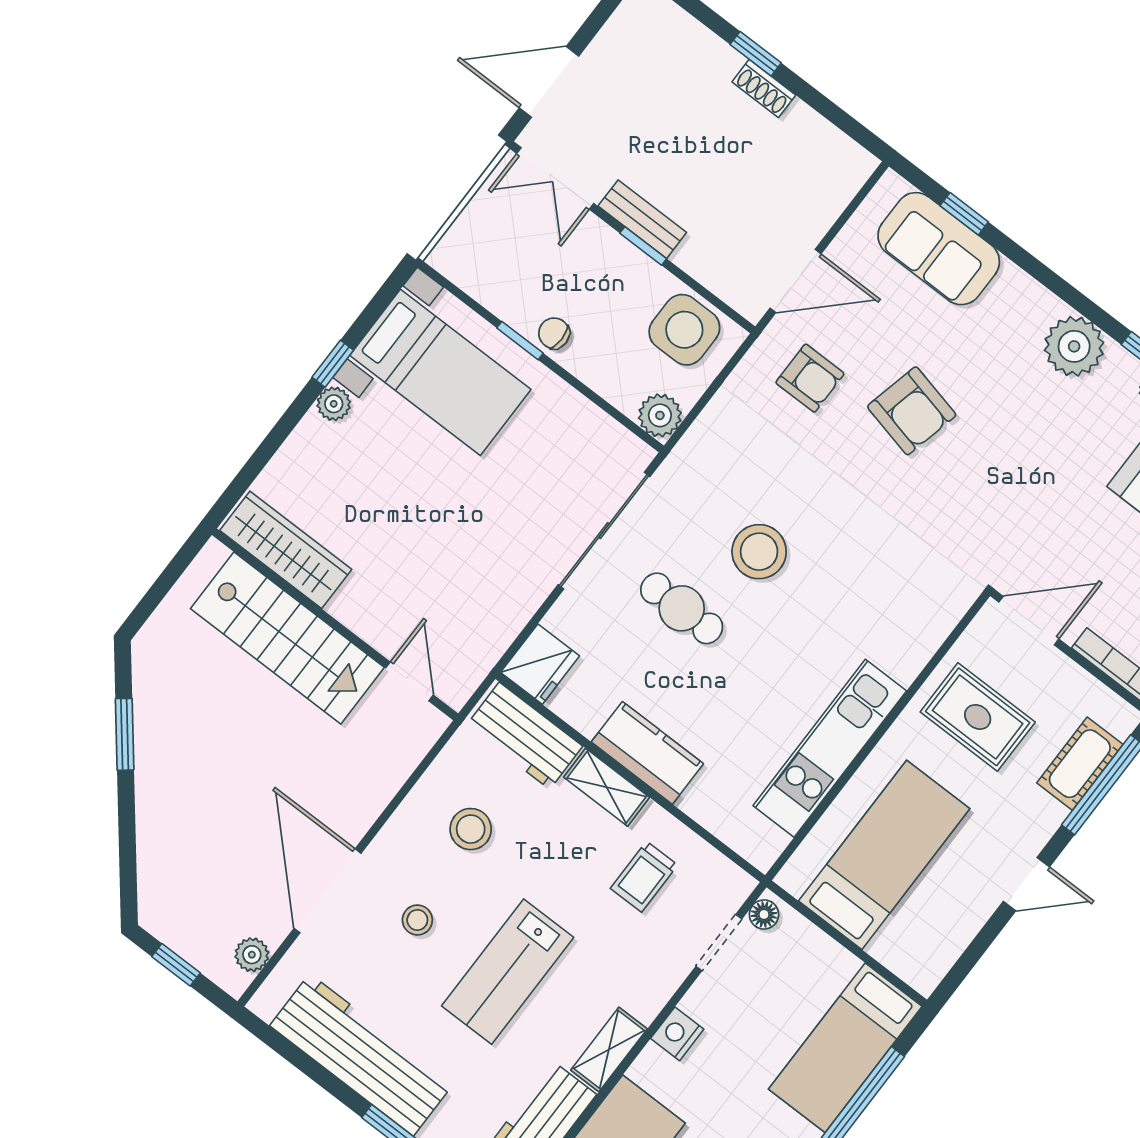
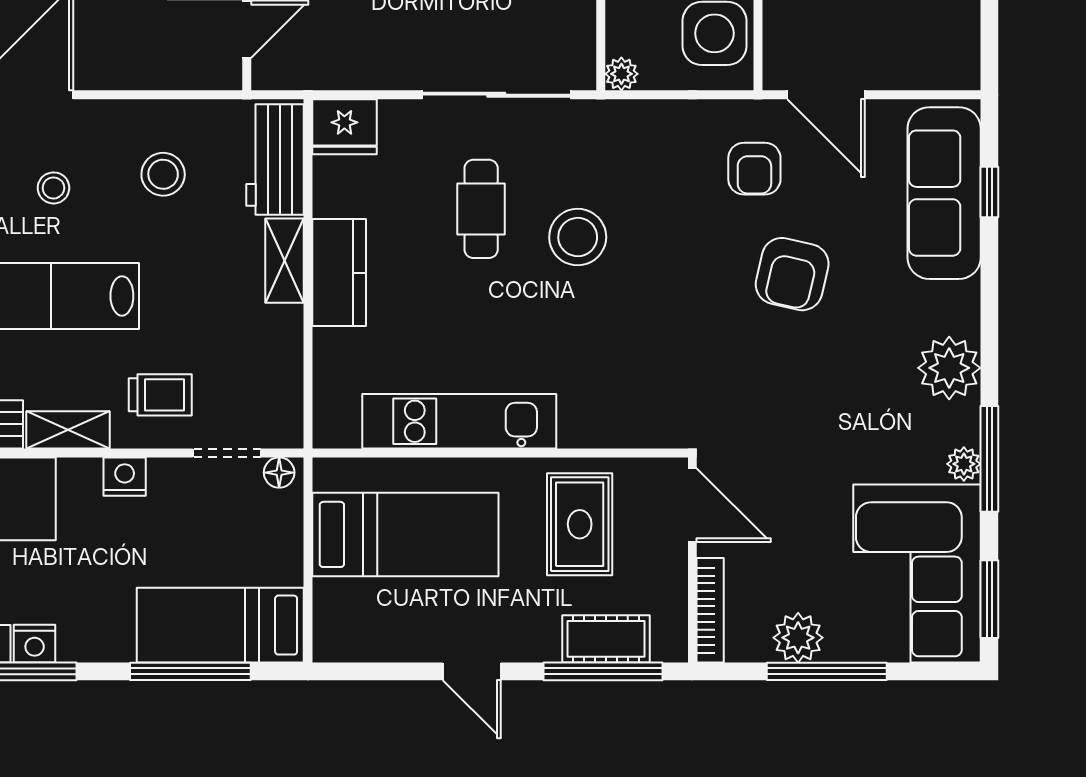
sofa: (939, 249) -> (944, 193), width x1.36
plant: (660, 415) -> (621, 74), width x0.73, depth x0.73
trolley: (644, 877) -> (160, 395), moved, turned 180

